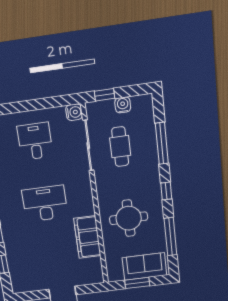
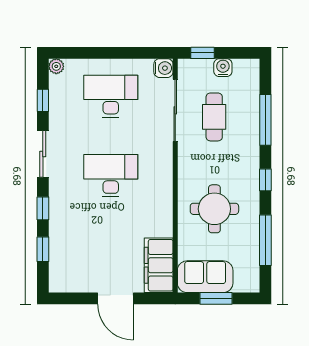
desk: (35, 141) -> (111, 96), width x1.37
filing cabinet: (87, 237) -> (159, 265), moved
sofa: (145, 267) -> (205, 277), moved

